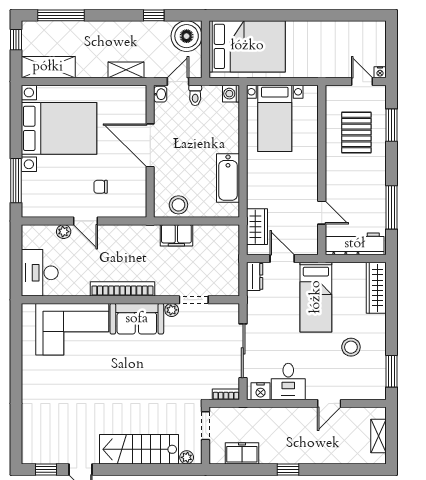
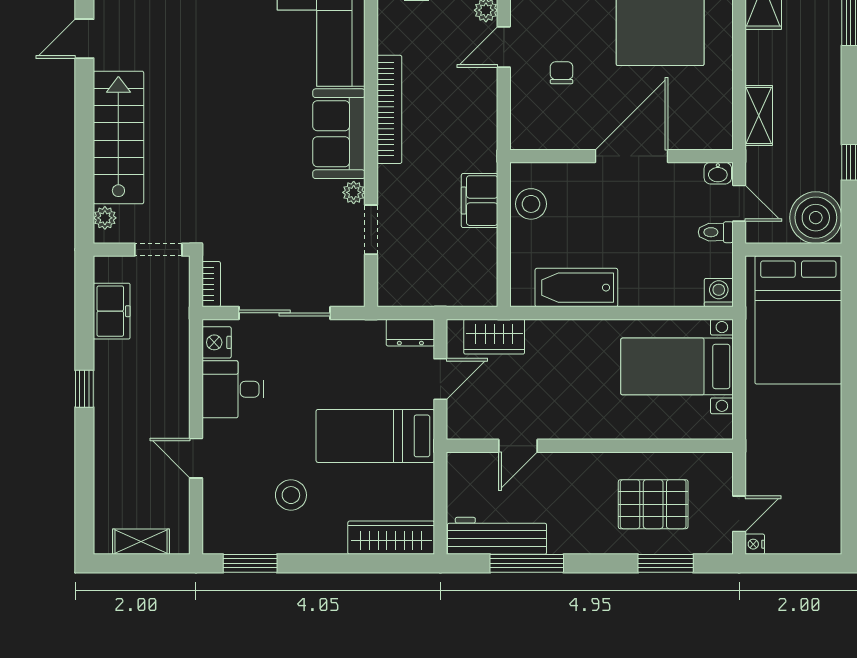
workbench: (355, 244) -> (497, 536), moved, turned -90

